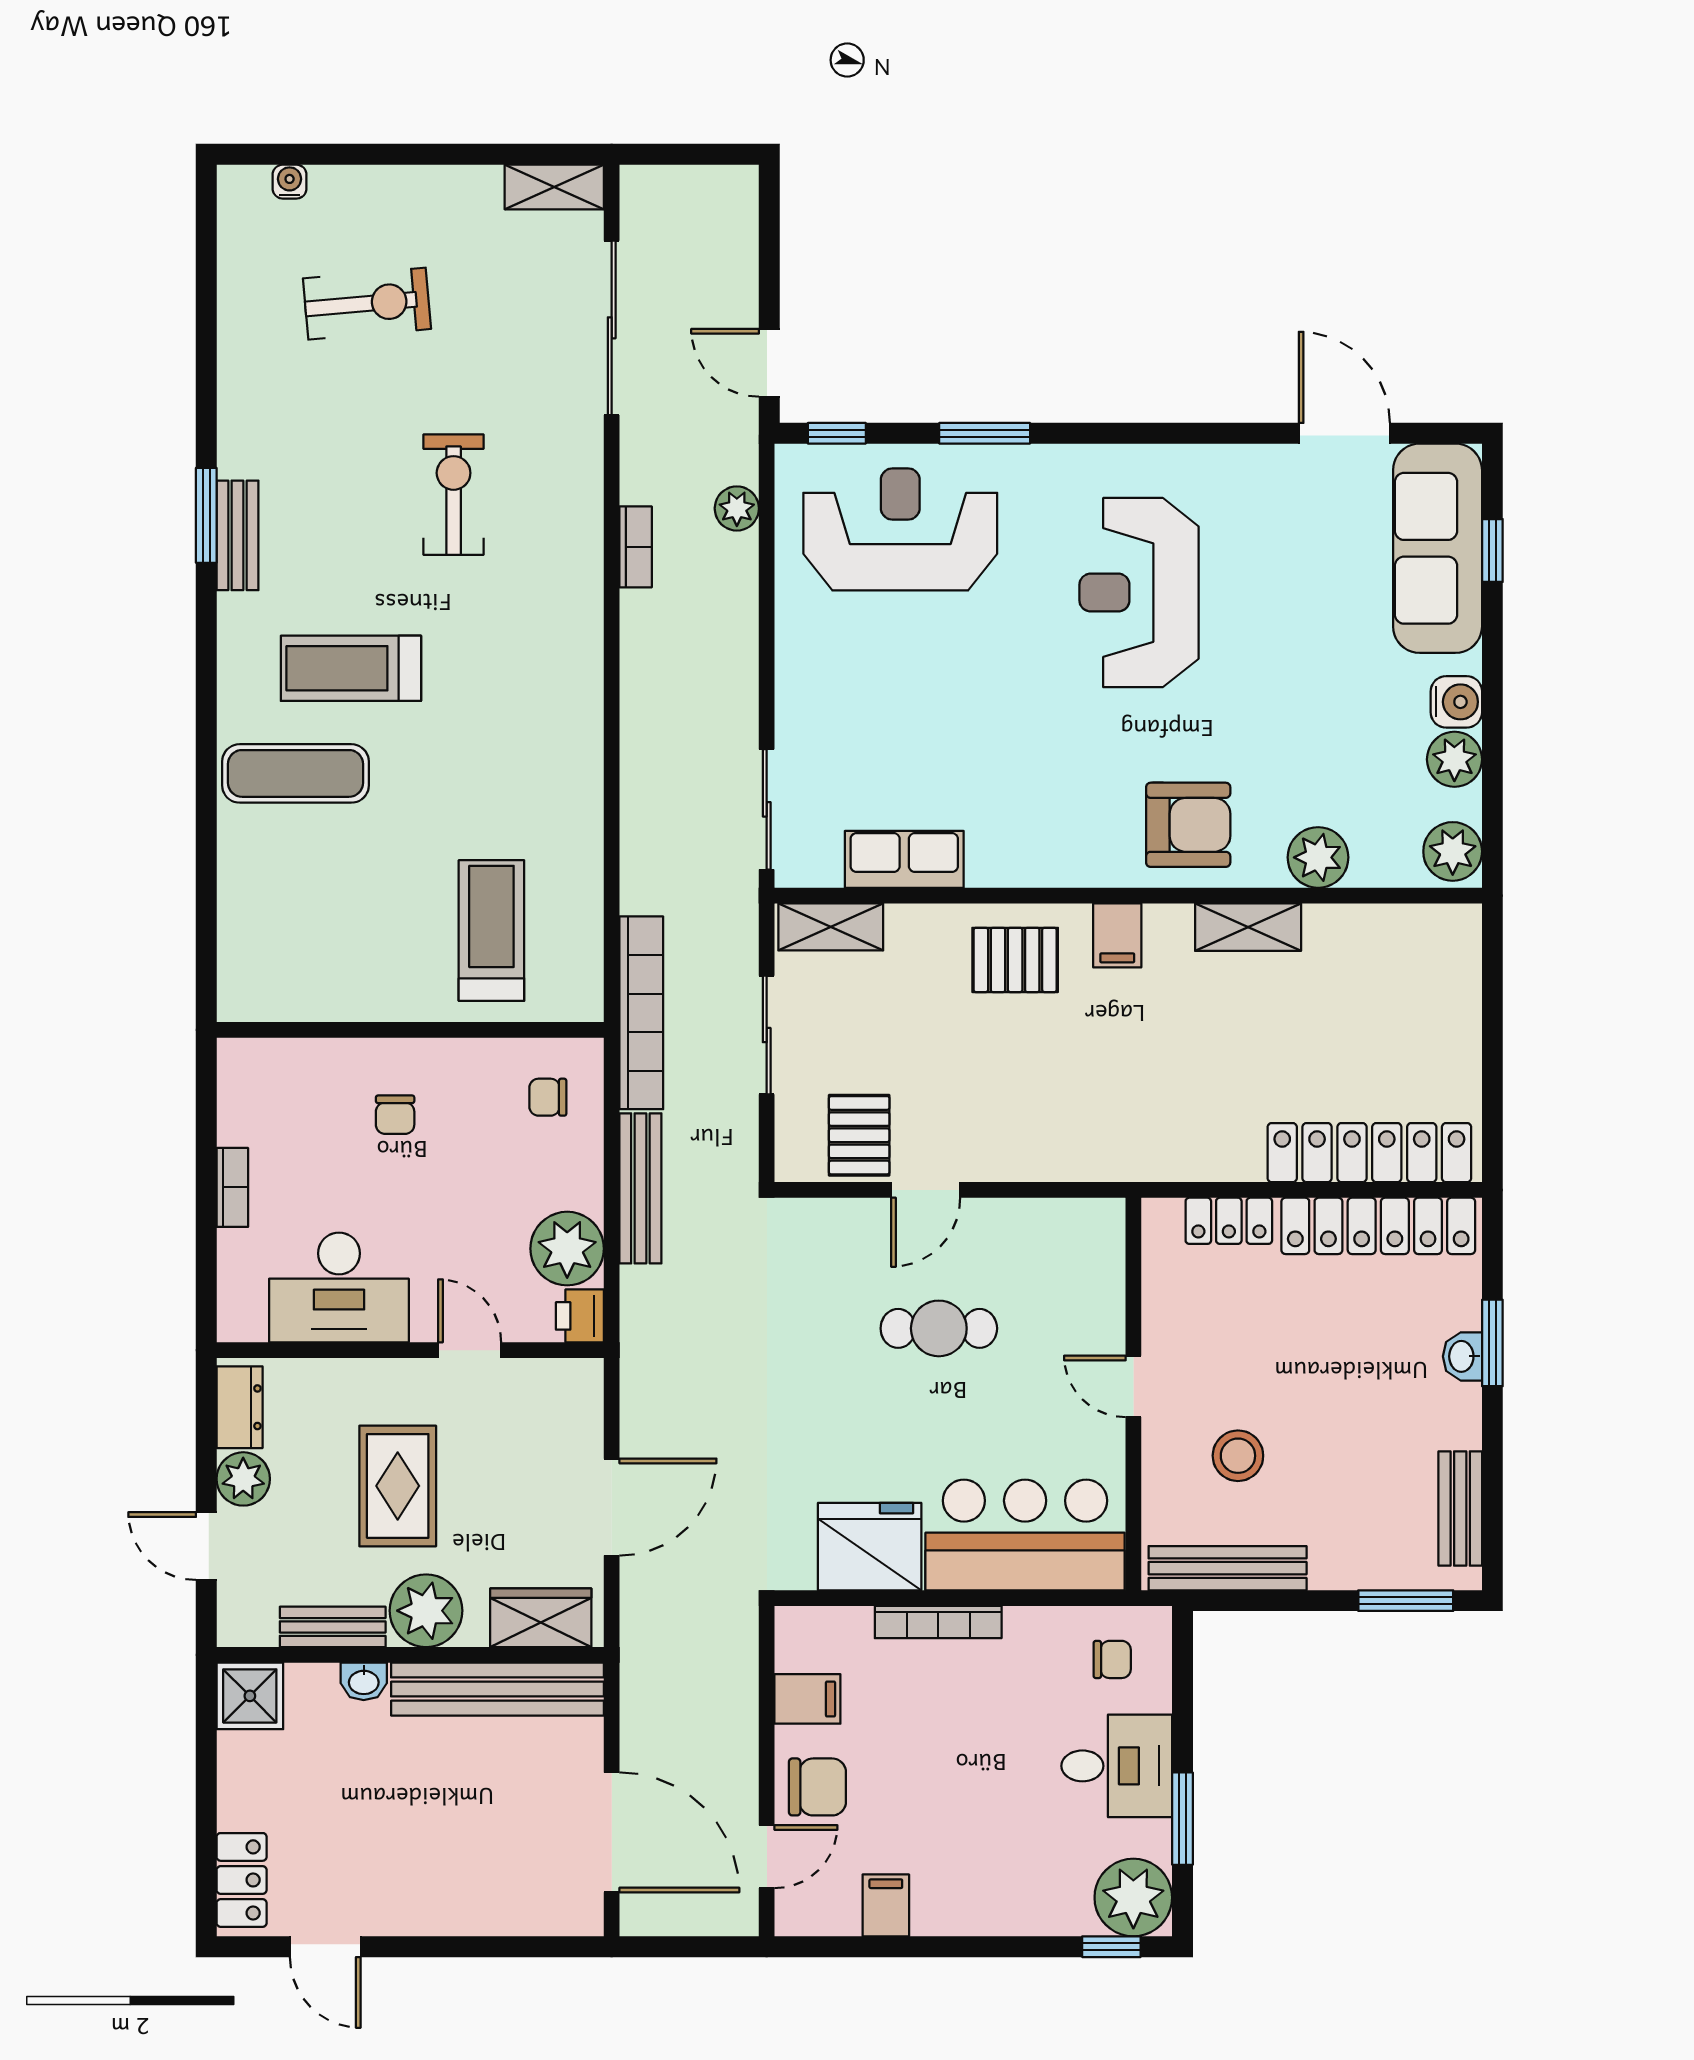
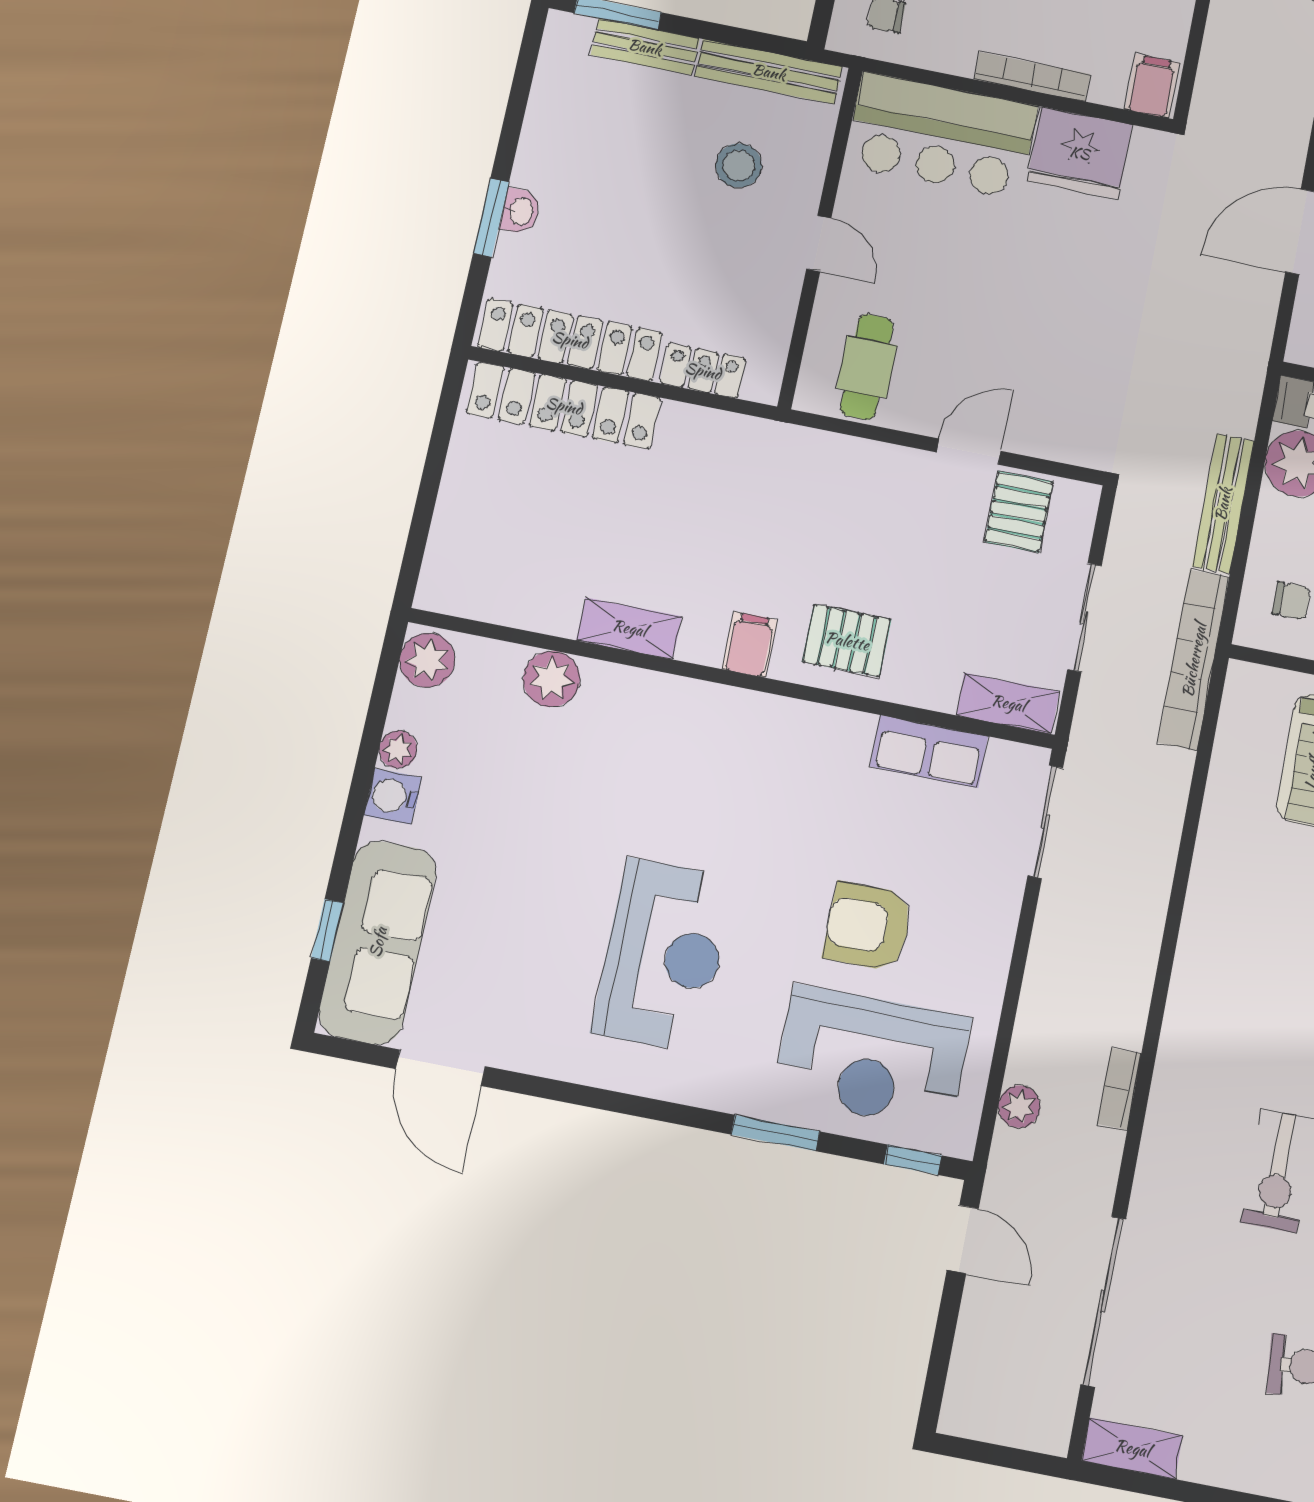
plant: (1454, 759) -> (398, 749), width x0.73, depth x0.73
armchair: (1188, 825) -> (868, 926), moved
cafe table: (939, 1328) -> (867, 367), moved, turned 90
bench: (1460, 1509) -> (645, 47), moved, turned 90
filing cabinet: (807, 1699) -> (1152, 86), moved, turned 90

